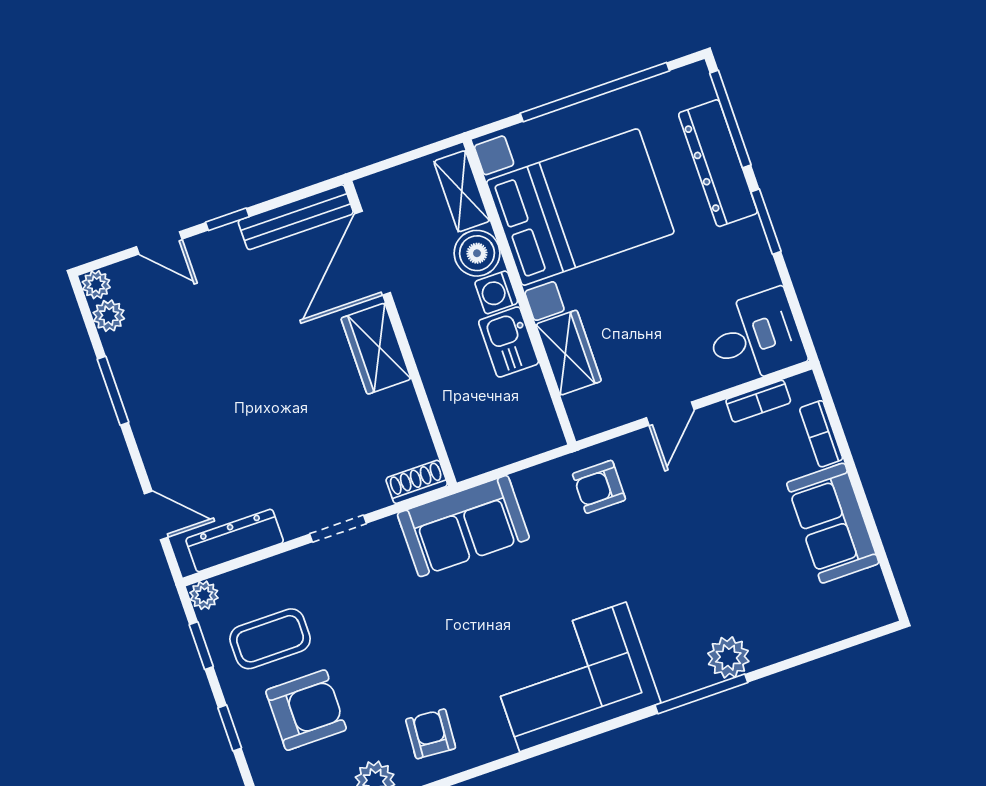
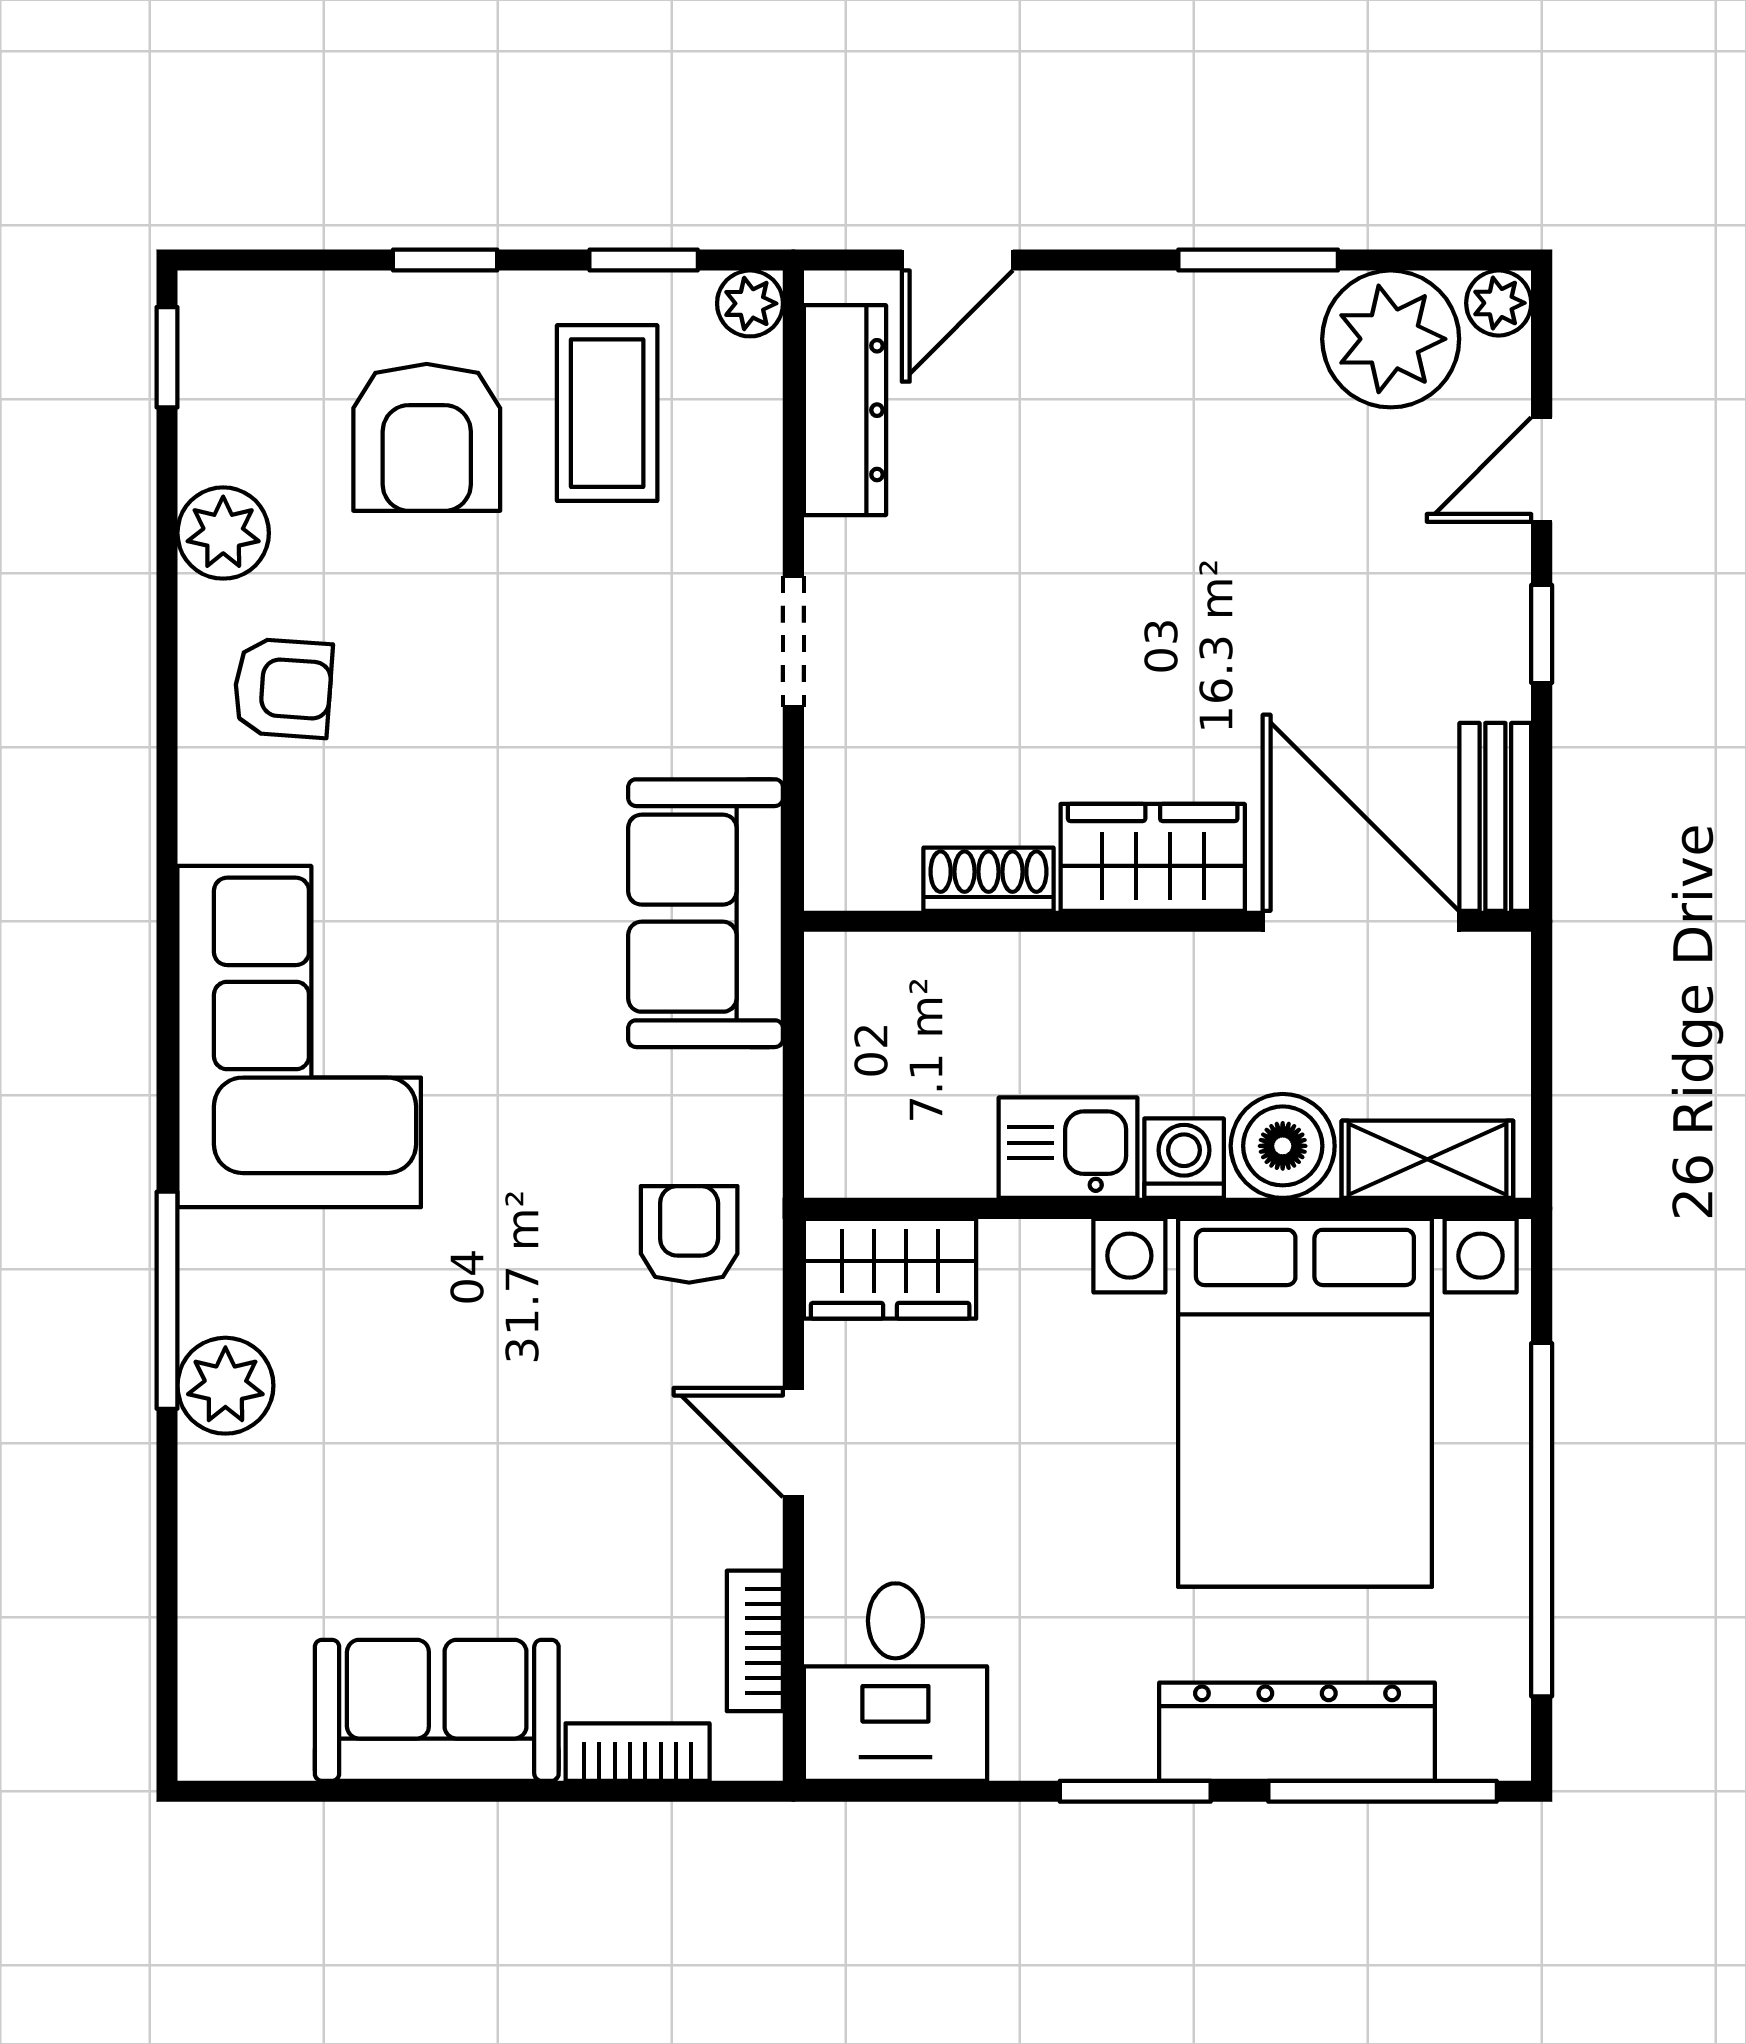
bench: (296, 217) -> (1495, 817), width x0.73
plant: (109, 316) -> (1391, 339), width x1.88, depth x1.88
wardrobe: (569, 353) -> (890, 1269), moved
shoe rack: (417, 482) -> (988, 879), moved, turned -90

